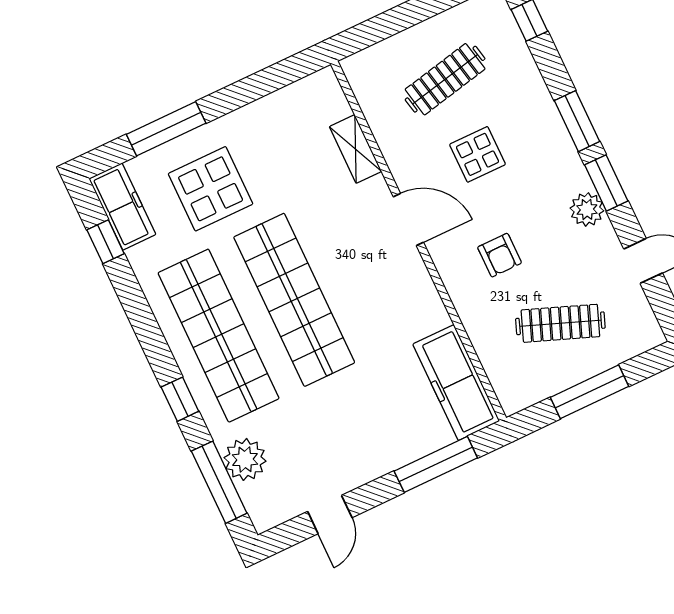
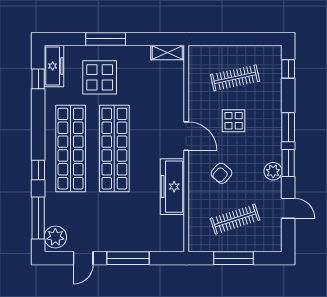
window: (166, 129) -> (106, 39), moved
shelving: (355, 149) -> (167, 53), moved, turned 90
armchair: (500, 255) -> (221, 173), turned 41
clothes rail: (560, 323) -> (235, 219), turned -39
freezer: (456, 383) -> (172, 187), moved
plant: (245, 459) -> (55, 237), moved
window: (436, 464) -> (128, 258), moved

